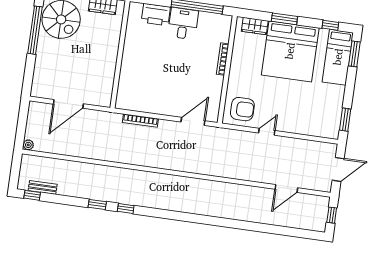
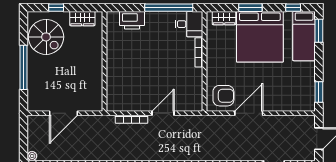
desk: (183, 24) -> (189, 24), moved, turned 90
window: (35, 30) -> (23, 67), moved
door: (193, 121) -> (163, 113), moved
door: (267, 132) -> (249, 113), width x1.87

